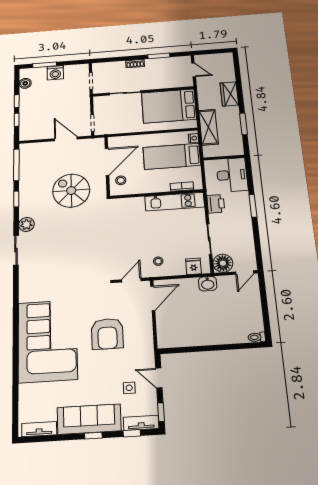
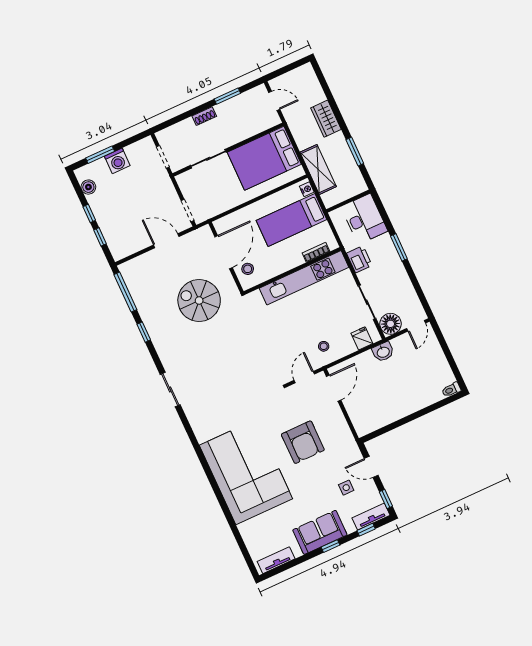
kitchen unit: (175, 202) -> (304, 278), width x1.36
plant: (26, 224) -> (168, 357), removed
sofa: (89, 419) -> (320, 532), width x0.73

